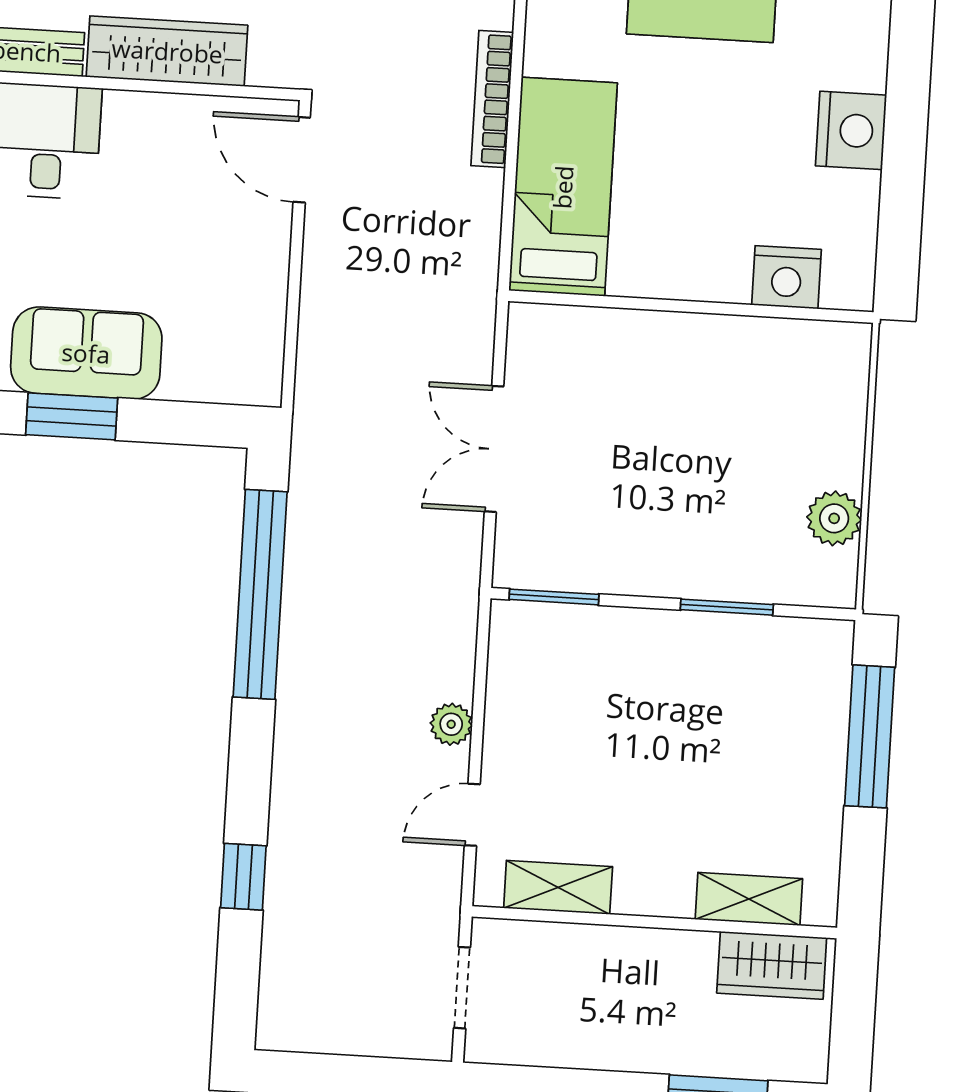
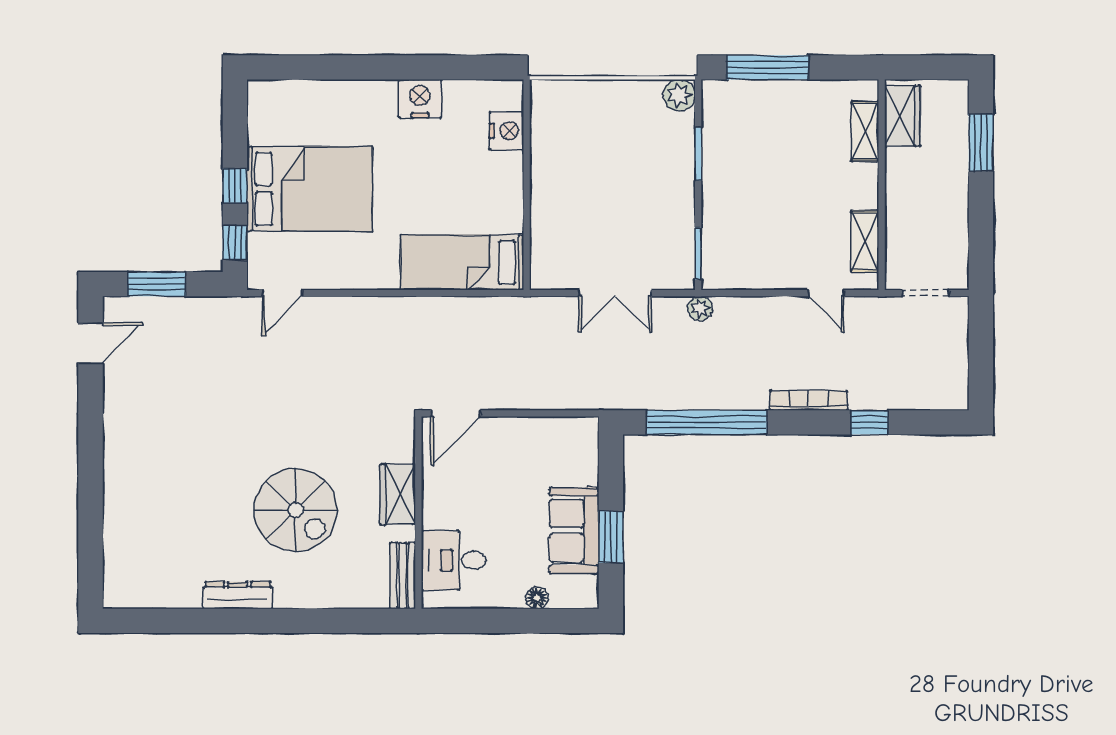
wardrobe: (167, 51) -> (398, 495), width x0.67
bookcase: (492, 99) -> (809, 400), moved, turned 180
plant: (834, 518) -> (679, 95), moved
plant: (451, 724) -> (700, 308), moved

